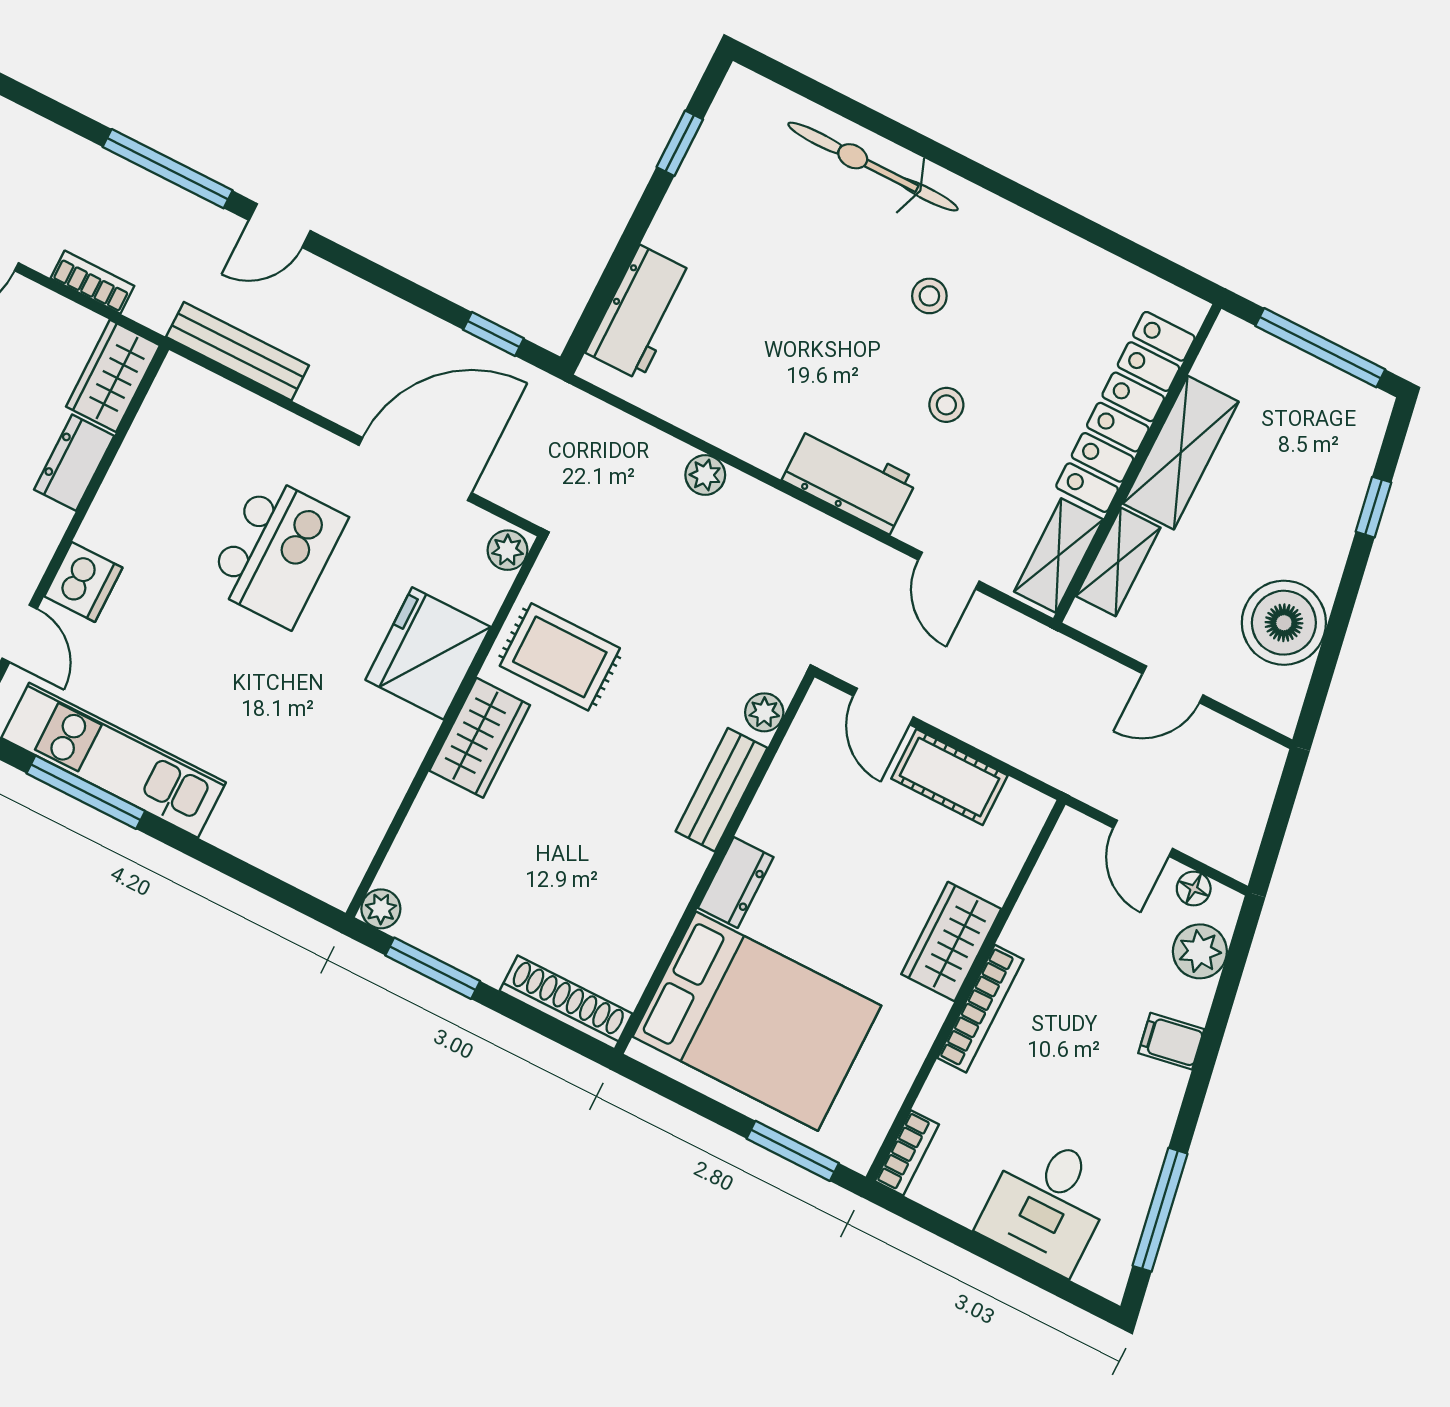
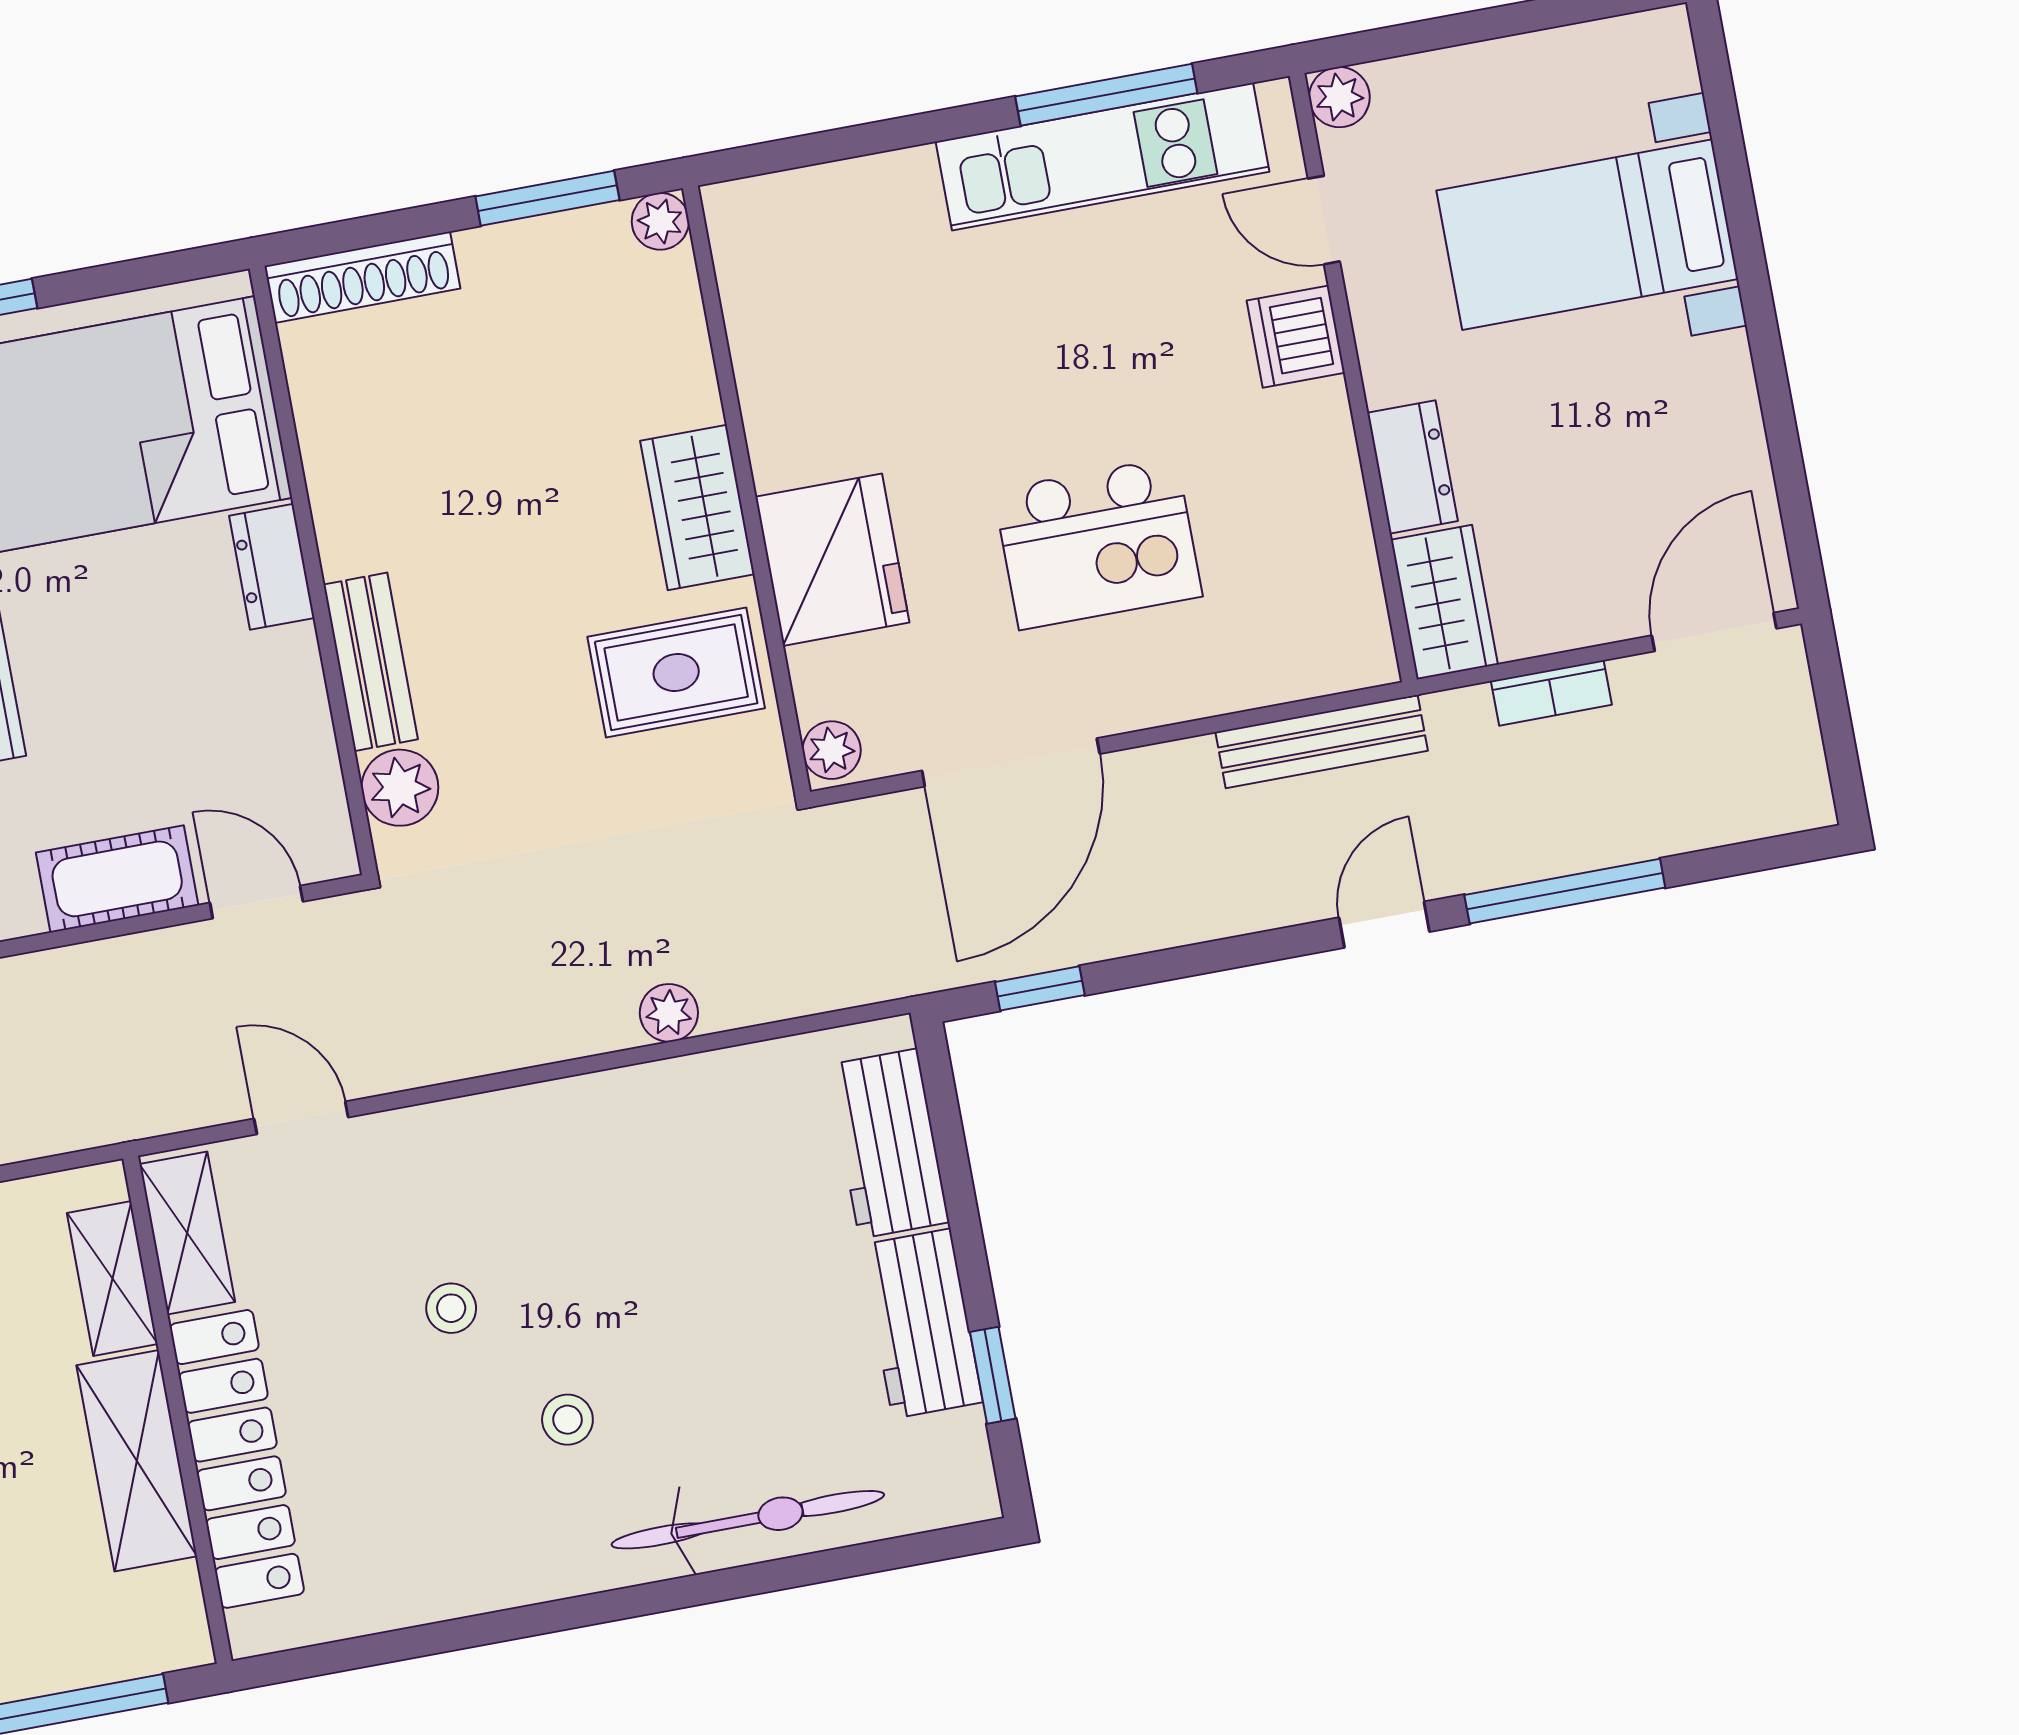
workbench: (850, 480) -> (922, 1324), moved, turned 90
kitchen island: (277, 552) -> (1098, 543), turned -90
plant: (764, 712) -> (400, 788), width x1.38, depth x1.38

